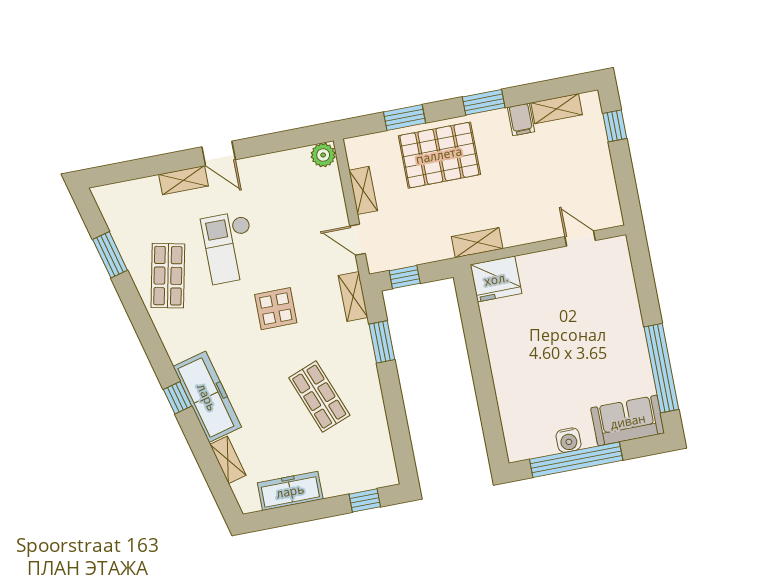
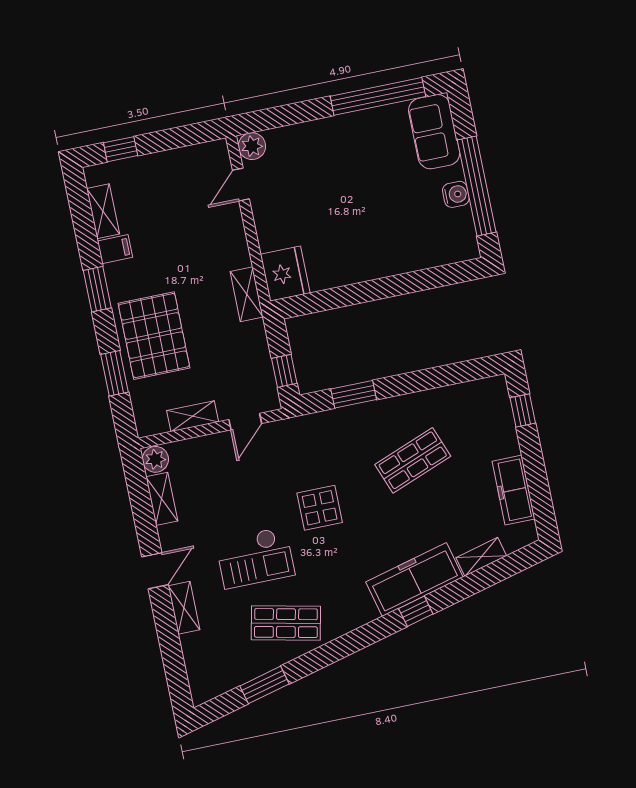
plant: (616, 249) -> (252, 146), added
shelving: (353, 296) -> (162, 499), moved, turned 90

